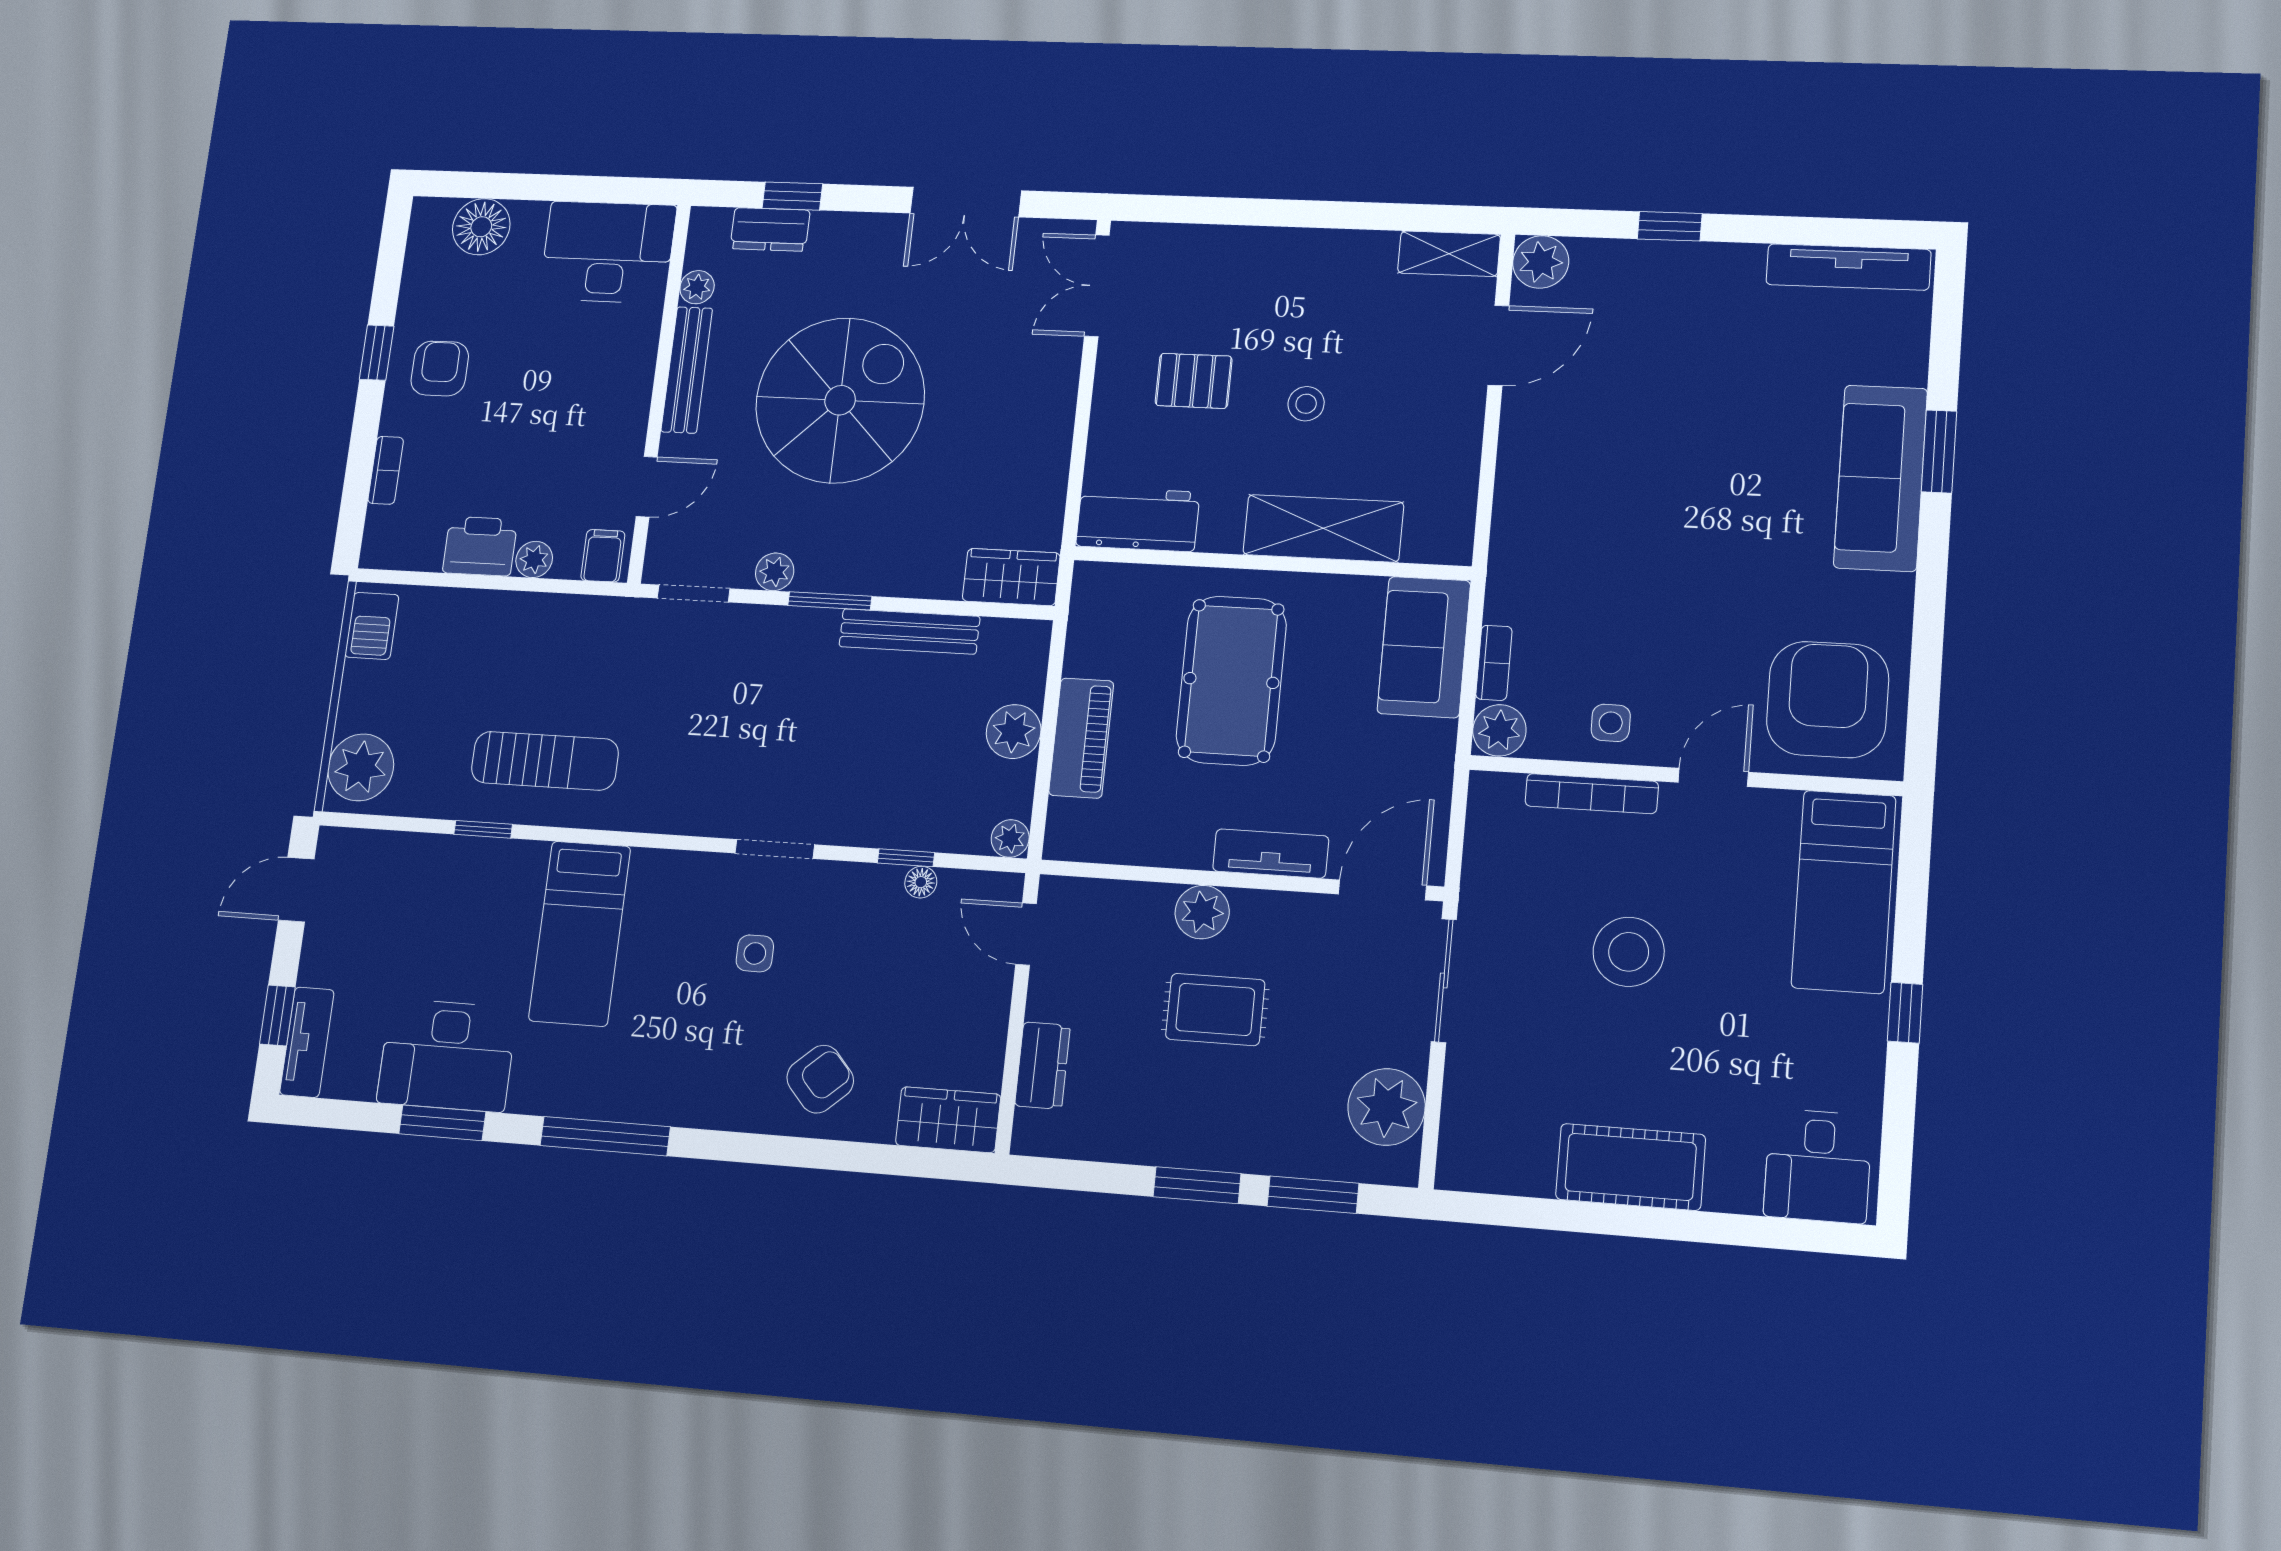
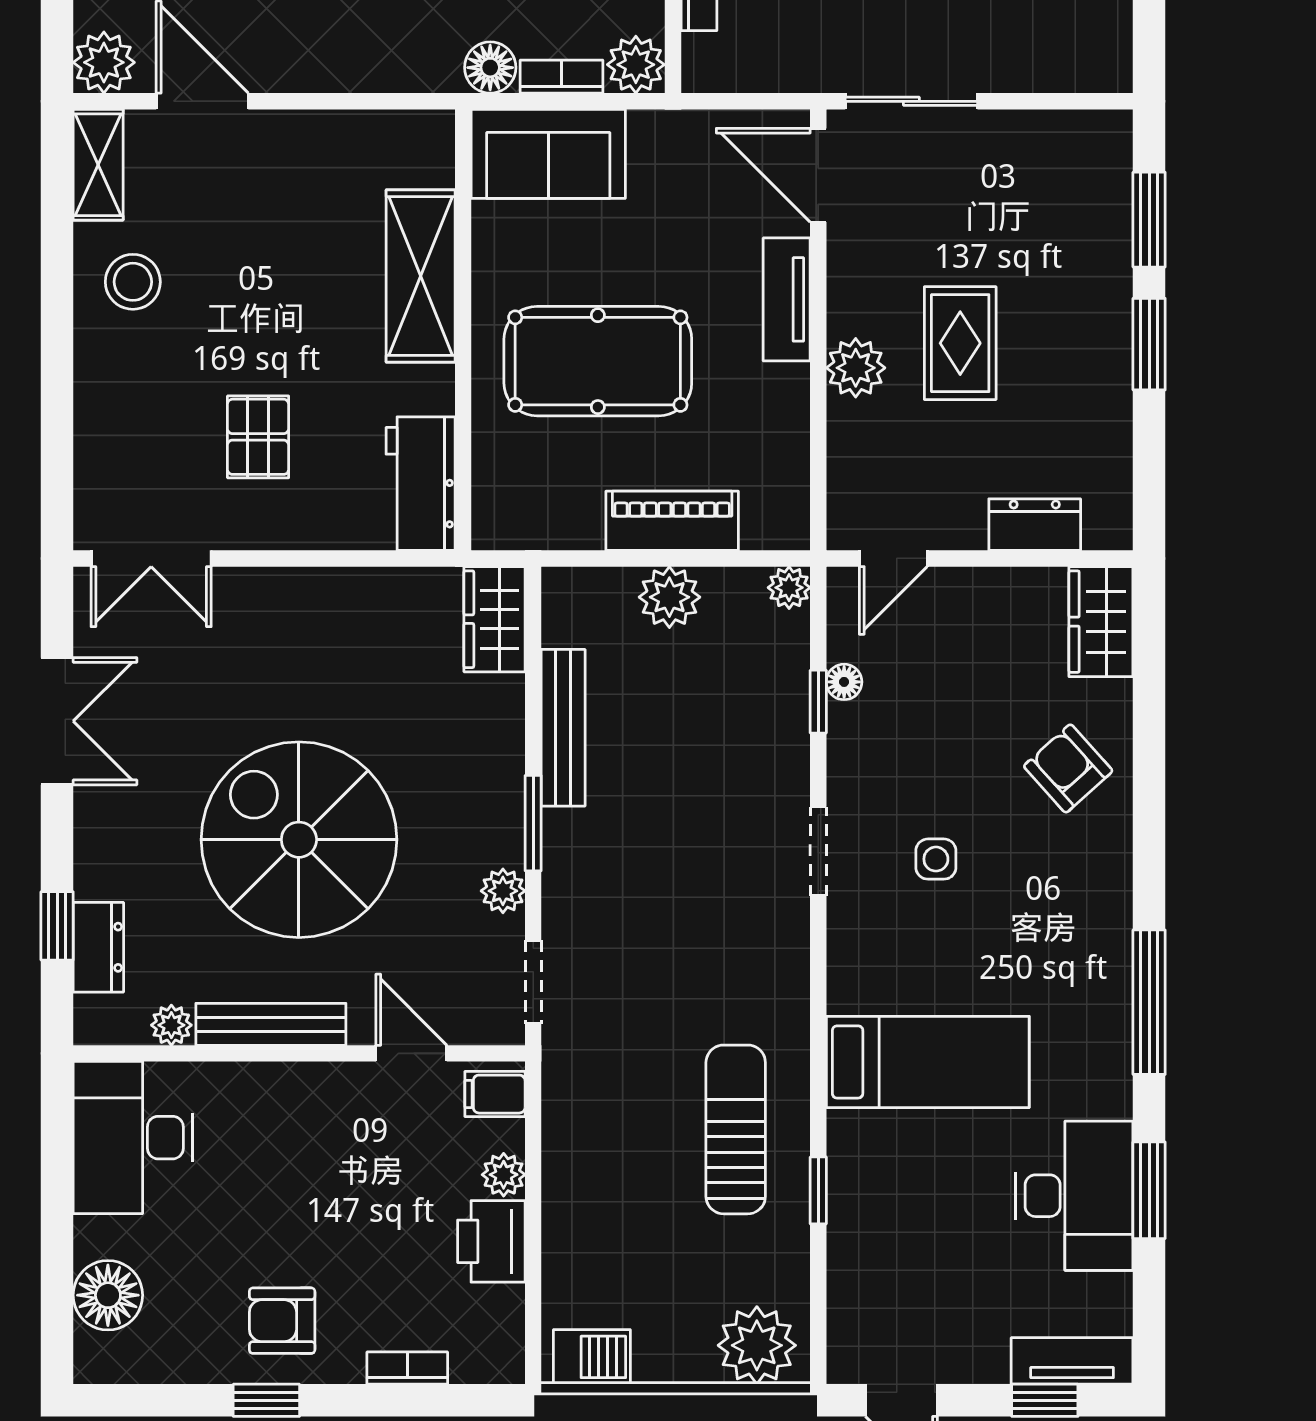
stool: (1306, 404) -> (133, 282), moved, width x1.37, depth x1.37
floor lamp: (1508, 600) -> (490, 68), added
plant: (1386, 1107) -> (1050, 150), removed

